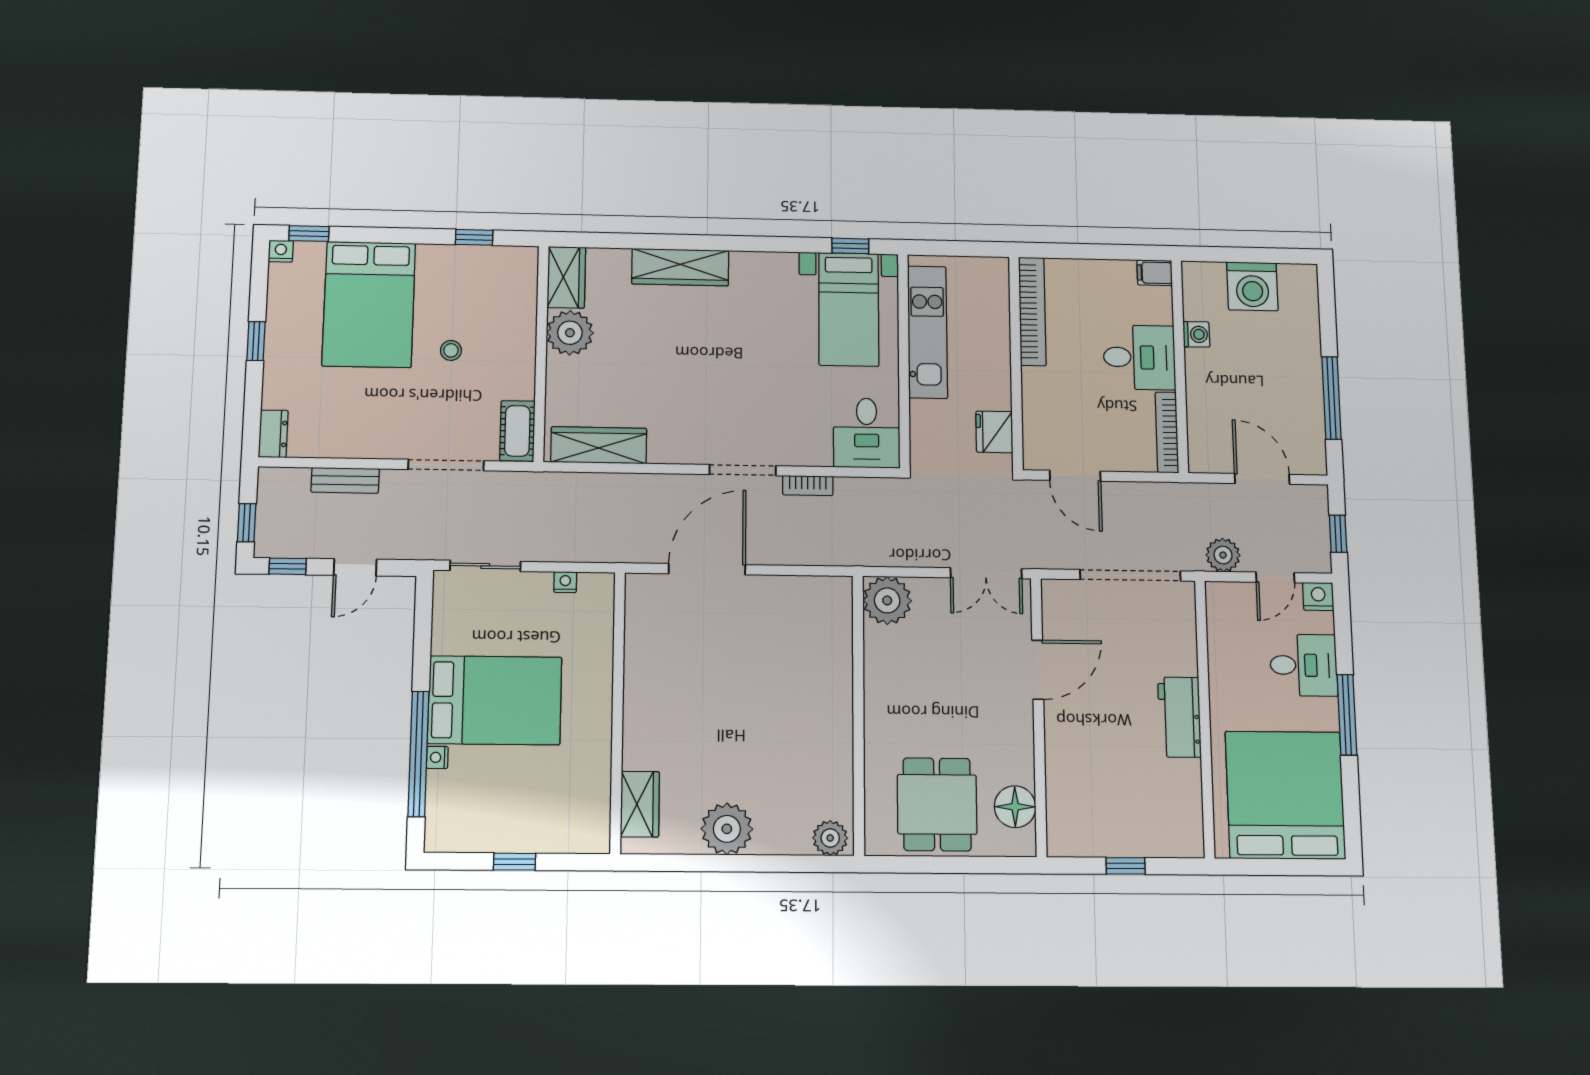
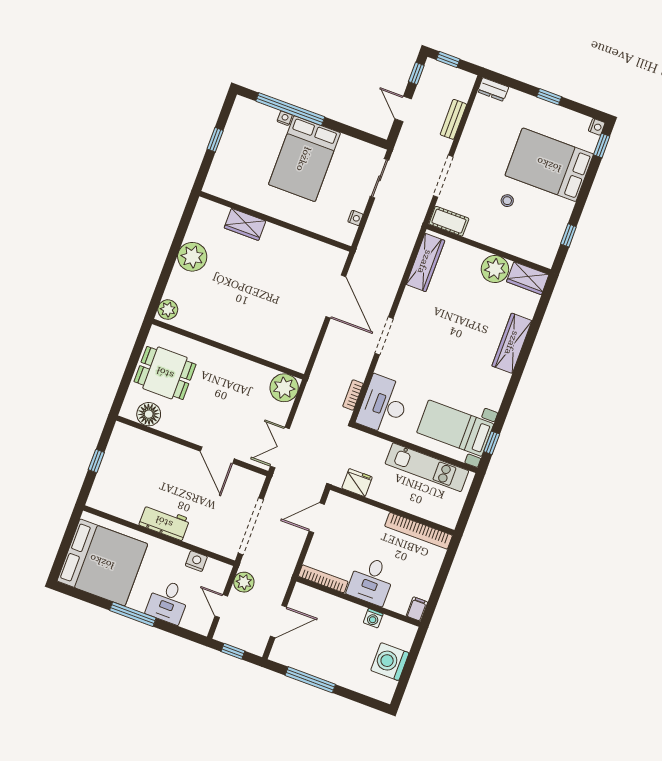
desk: (867, 433) -> (384, 405), width x1.37
bookcase: (808, 486) -> (353, 395), moved
nightstand: (1318, 596) -> (196, 561), moved, turned -90
wardrobe: (640, 804) -> (245, 224), moved

